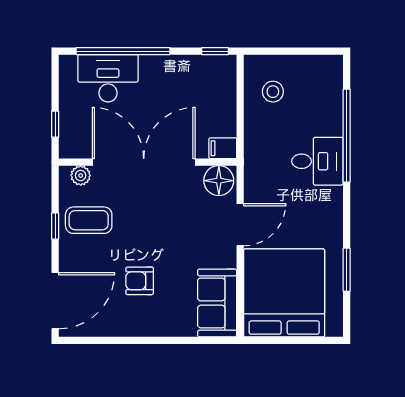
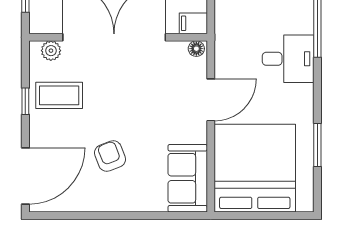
desk: (317, 161) -> (288, 59), moved
floor lamp: (219, 181) -> (196, 49), width x0.53, depth x0.53
armchair: (140, 281) -> (110, 156), turned 69

